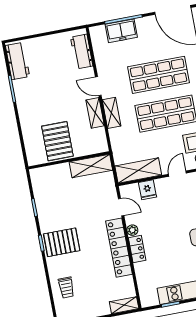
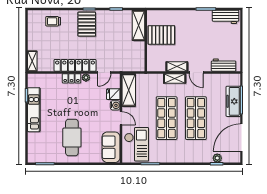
freezer: (121, 31) -> (233, 101), width x1.40
door: (98, 86) -> (196, 72), swing flipped
shelving: (91, 166) -> (139, 25), moved
water cooler: (162, 185) -> (115, 105), added

